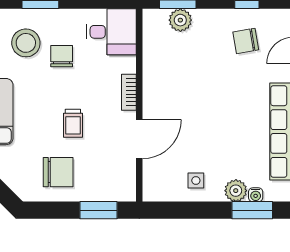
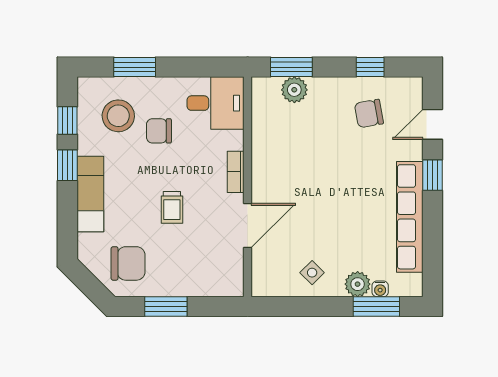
chair: (62, 56) -> (159, 131), turned -90
chair: (58, 172) -> (128, 263), moved
side table: (196, 181) -> (312, 273), turned 45
window: (98, 210) -> (166, 306), moved

